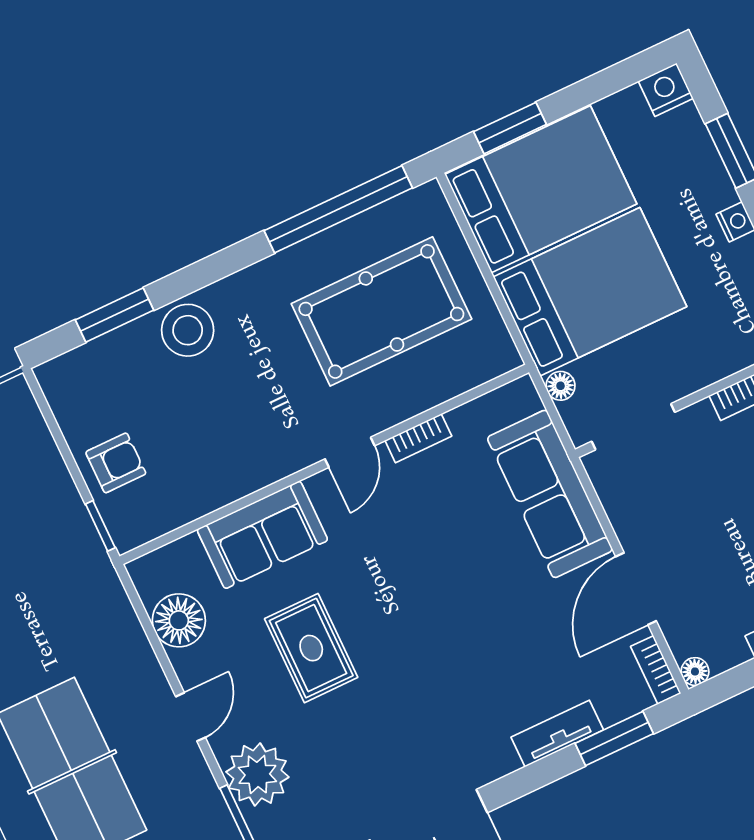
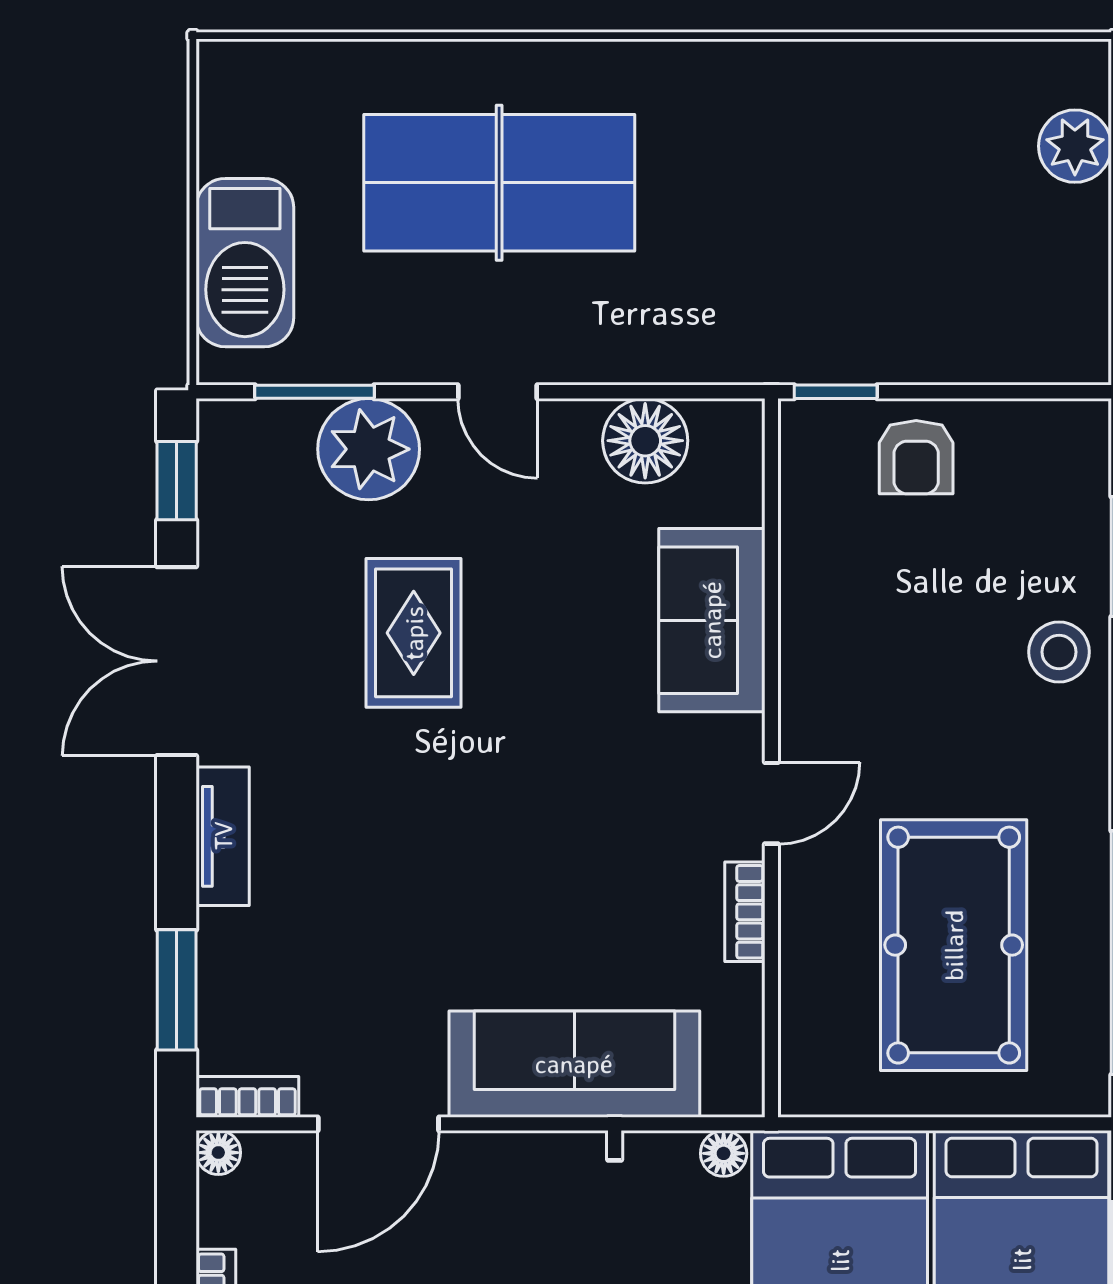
stool: (188, 330) -> (1059, 652), width x0.73, depth x0.73
door: (350, 452) -> (771, 803), swing flipped
door: (636, 589) -> (378, 1124), swing flipped
rug: (311, 648) -> (414, 633), moved, turned 90
tv unit: (557, 734) -> (223, 836), moved

